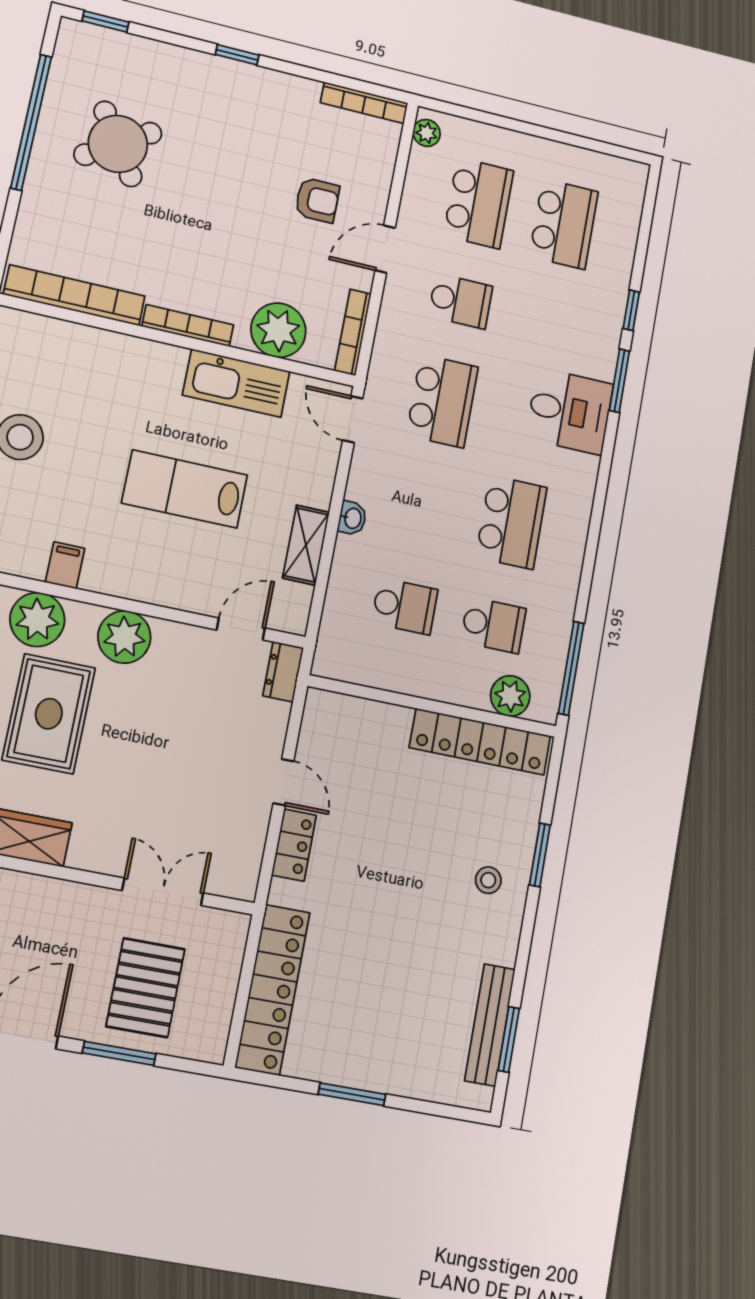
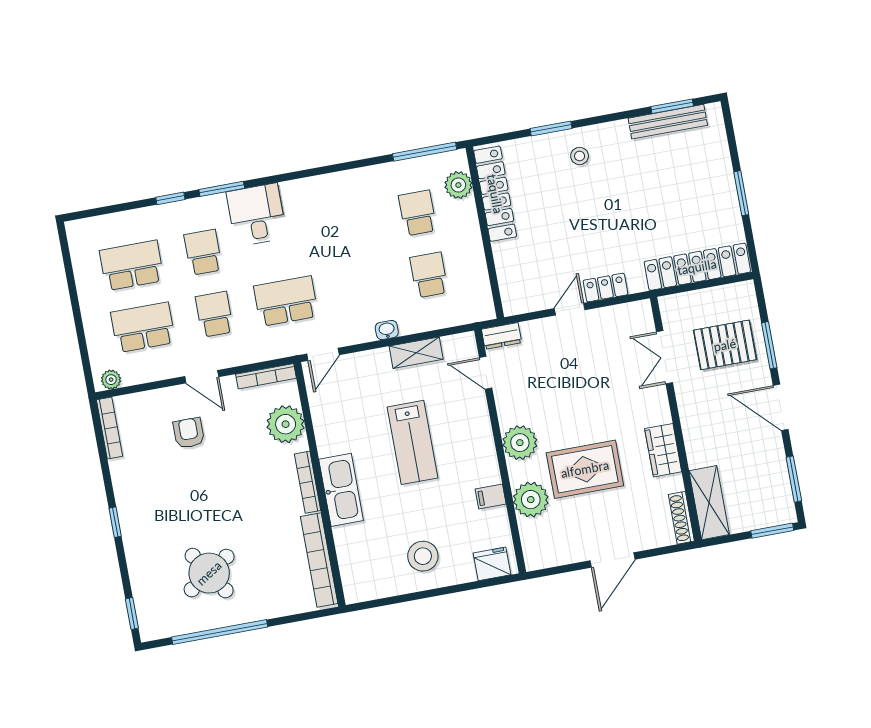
kitchen sink: (236, 383) -> (341, 490), moved
school desk: (511, 522) -> (203, 252), moved, width x0.54

